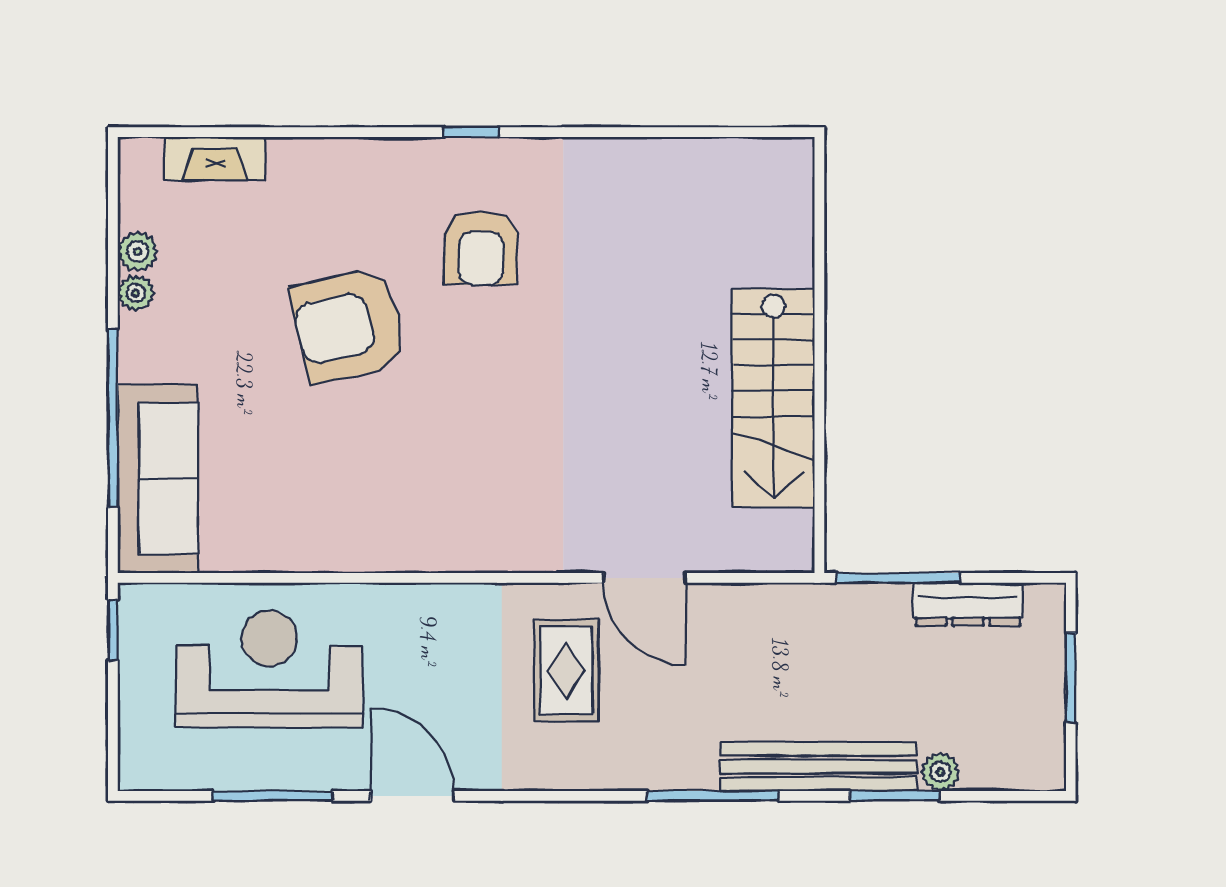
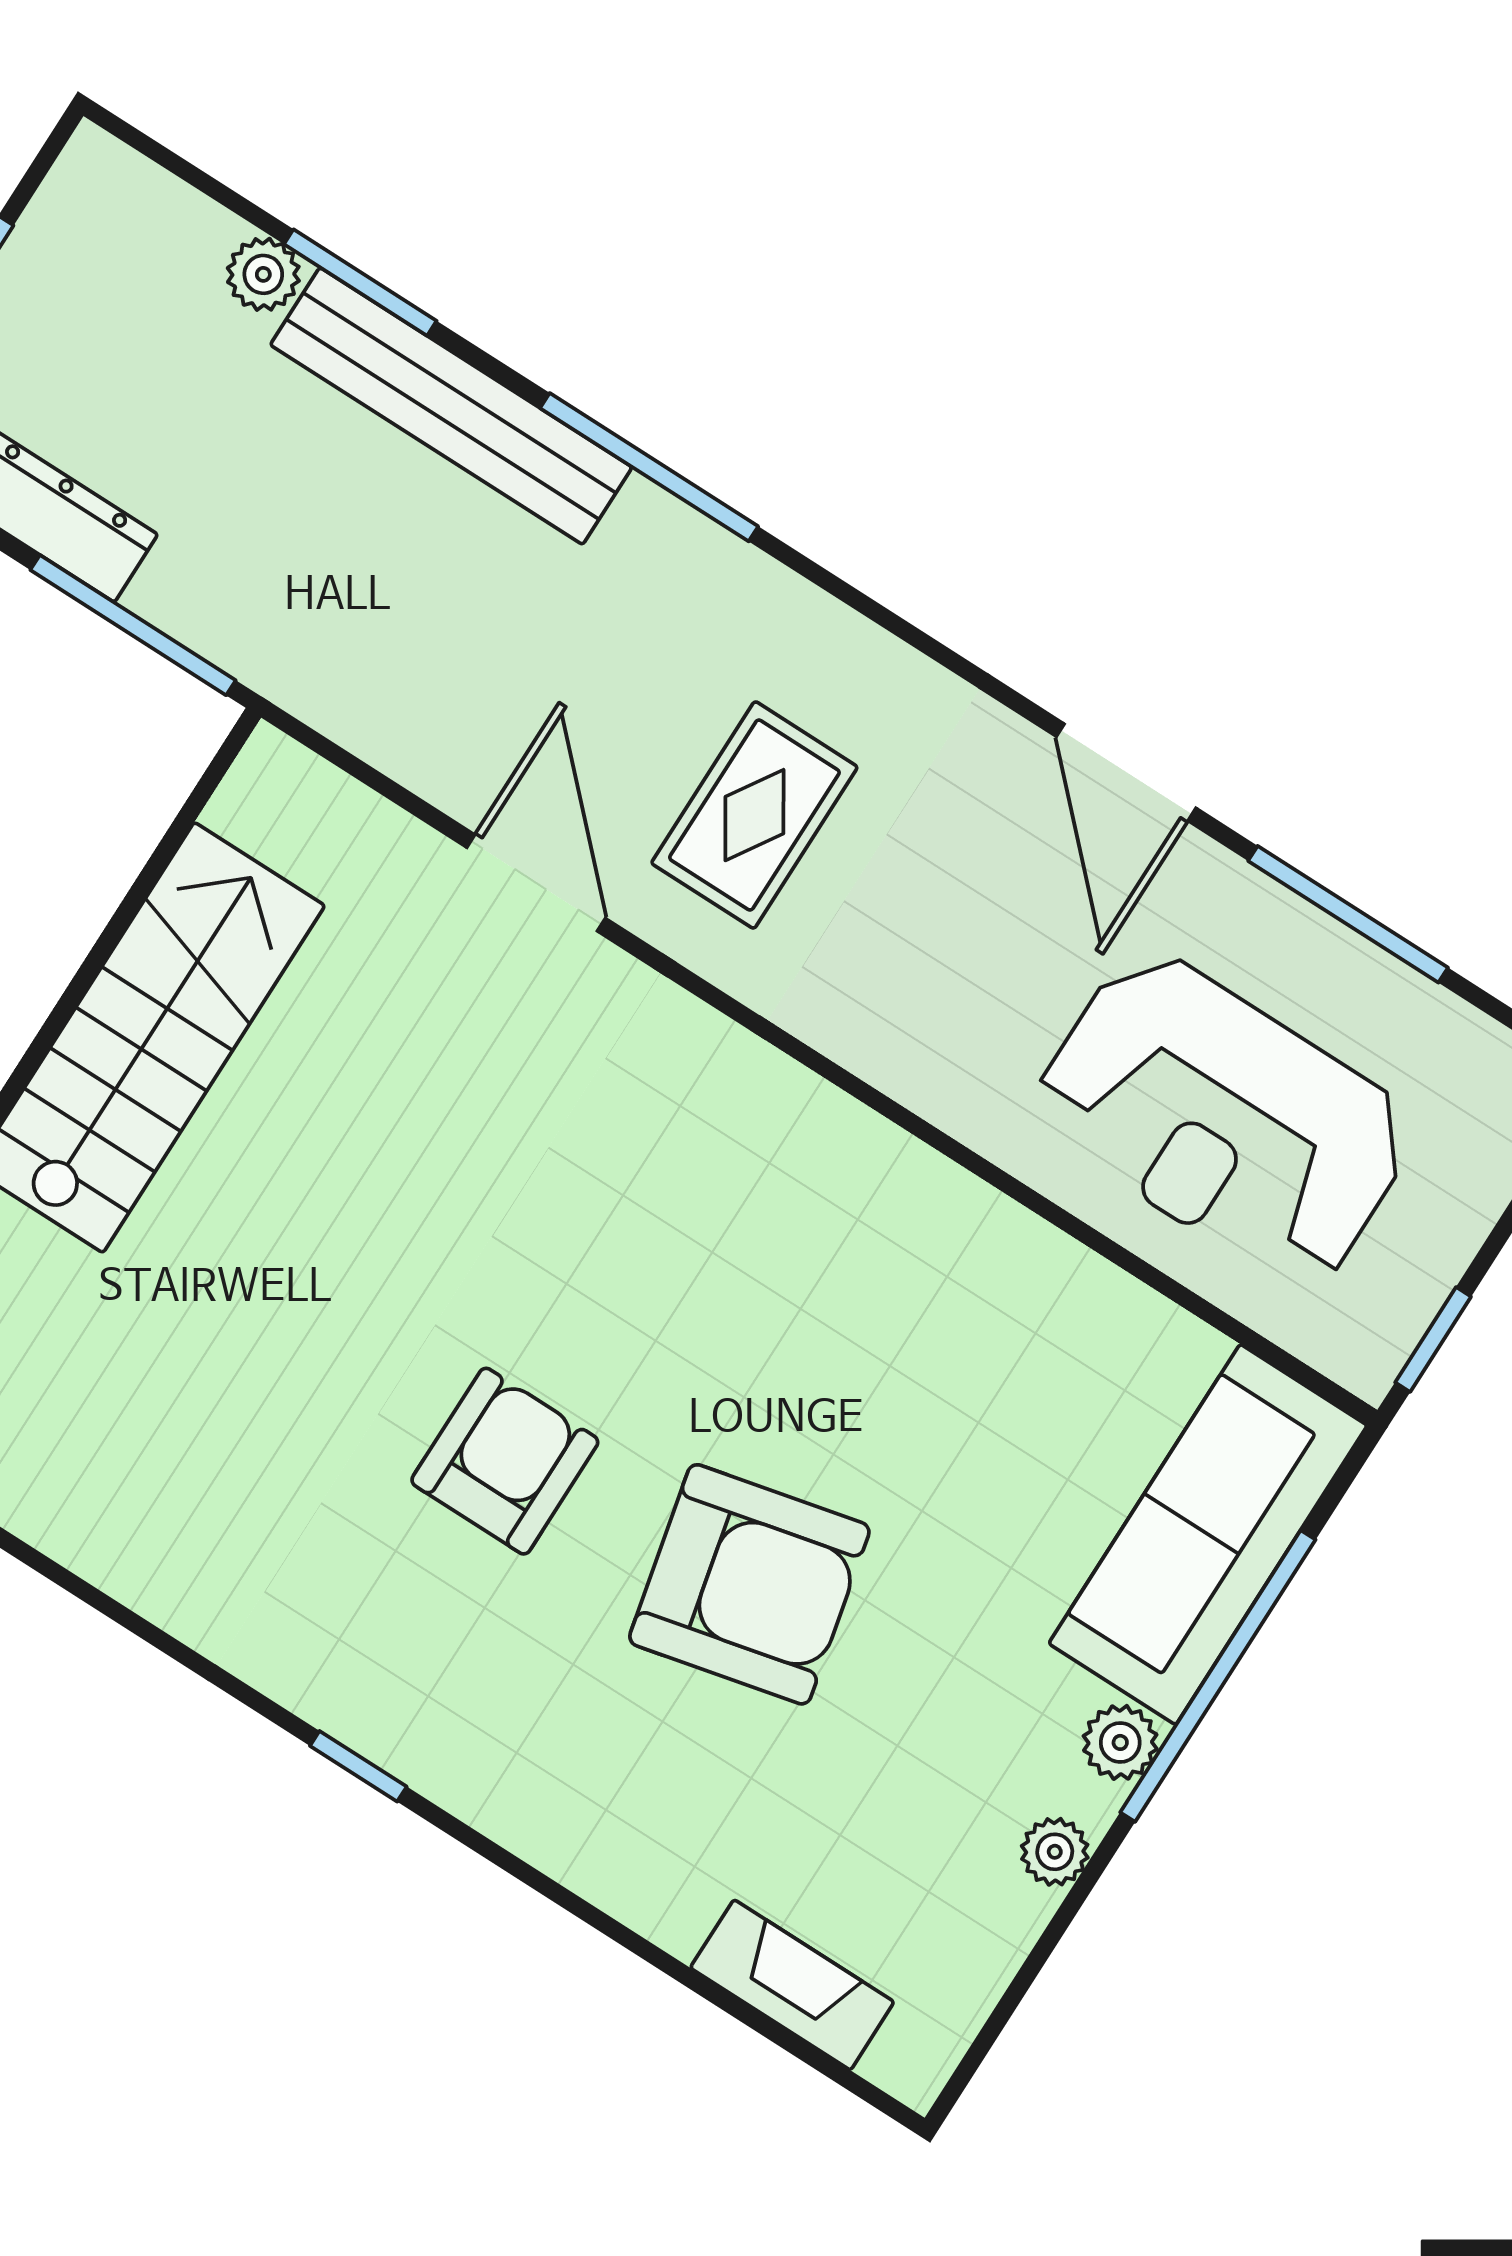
armchair: (481, 248) -> (505, 1461), moved
plant: (138, 251) -> (1120, 1742), moved

